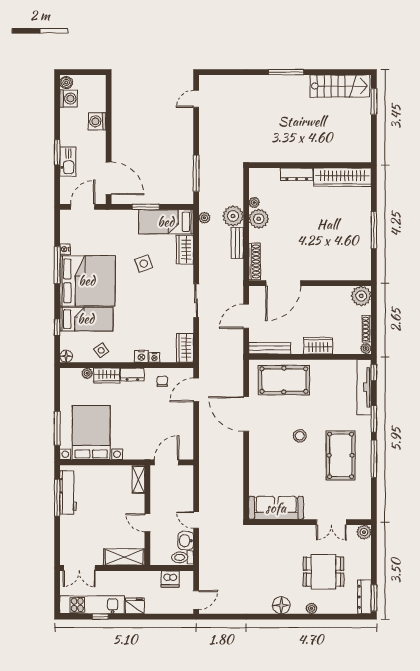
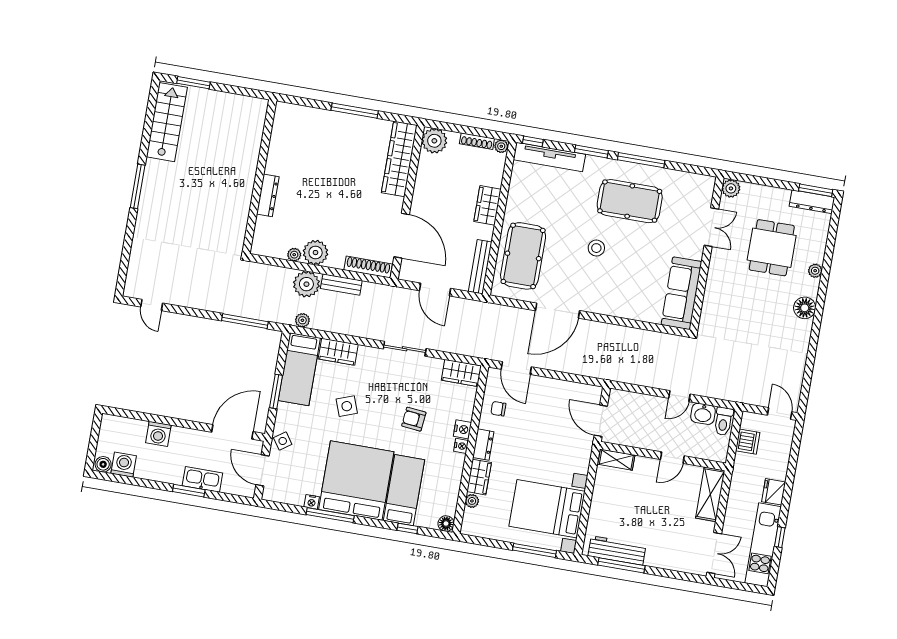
wardrobe: (342, 177) -> (399, 159), moved, turned 180
armchair: (143, 317) -> (414, 419), added
side table: (101, 350) -> (283, 441), moved
nightstand: (154, 357) -> (461, 446), moved

